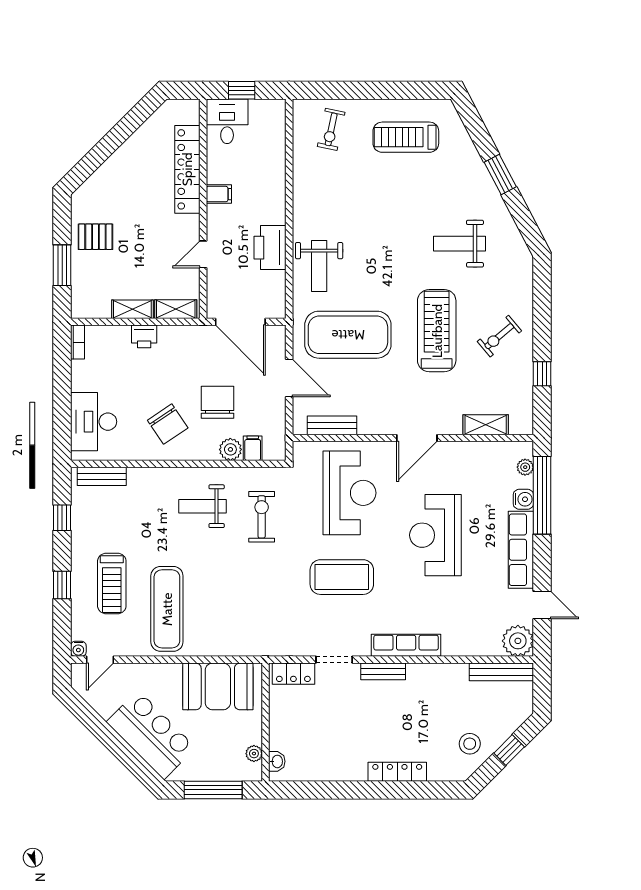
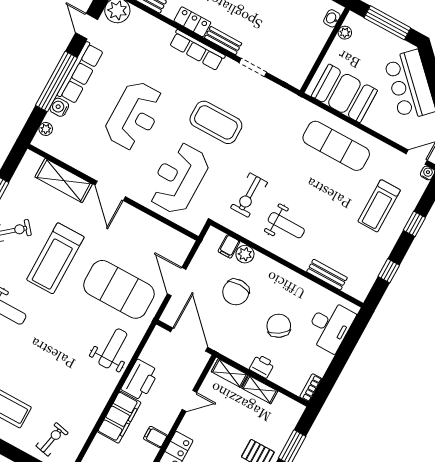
filing cabinet: (271, 194) -> (119, 417), added
chair: (168, 424) -> (279, 326), moved
bench: (332, 425) -> (165, 232), removed
shelving: (486, 425) -> (64, 181), width x1.50, depth x1.33
door: (417, 438) -> (110, 191), swing flipped
bench: (102, 476) -> (327, 275), moved
window: (542, 495) -> (56, 81), moved
treadmill: (112, 584) -> (379, 206), turned 180
exercise mat: (167, 609) -> (336, 146), moved, turned 90
locker: (293, 674) -> (192, 22), moved

